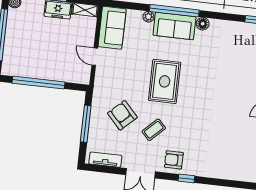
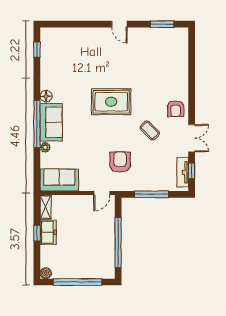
door: (95, 57) -> (102, 193), moved
rug: (165, 81) -> (111, 102), moved
armchair: (122, 115) -> (120, 162), moved, turned 133
window: (186, 178) -> (192, 171), moved

